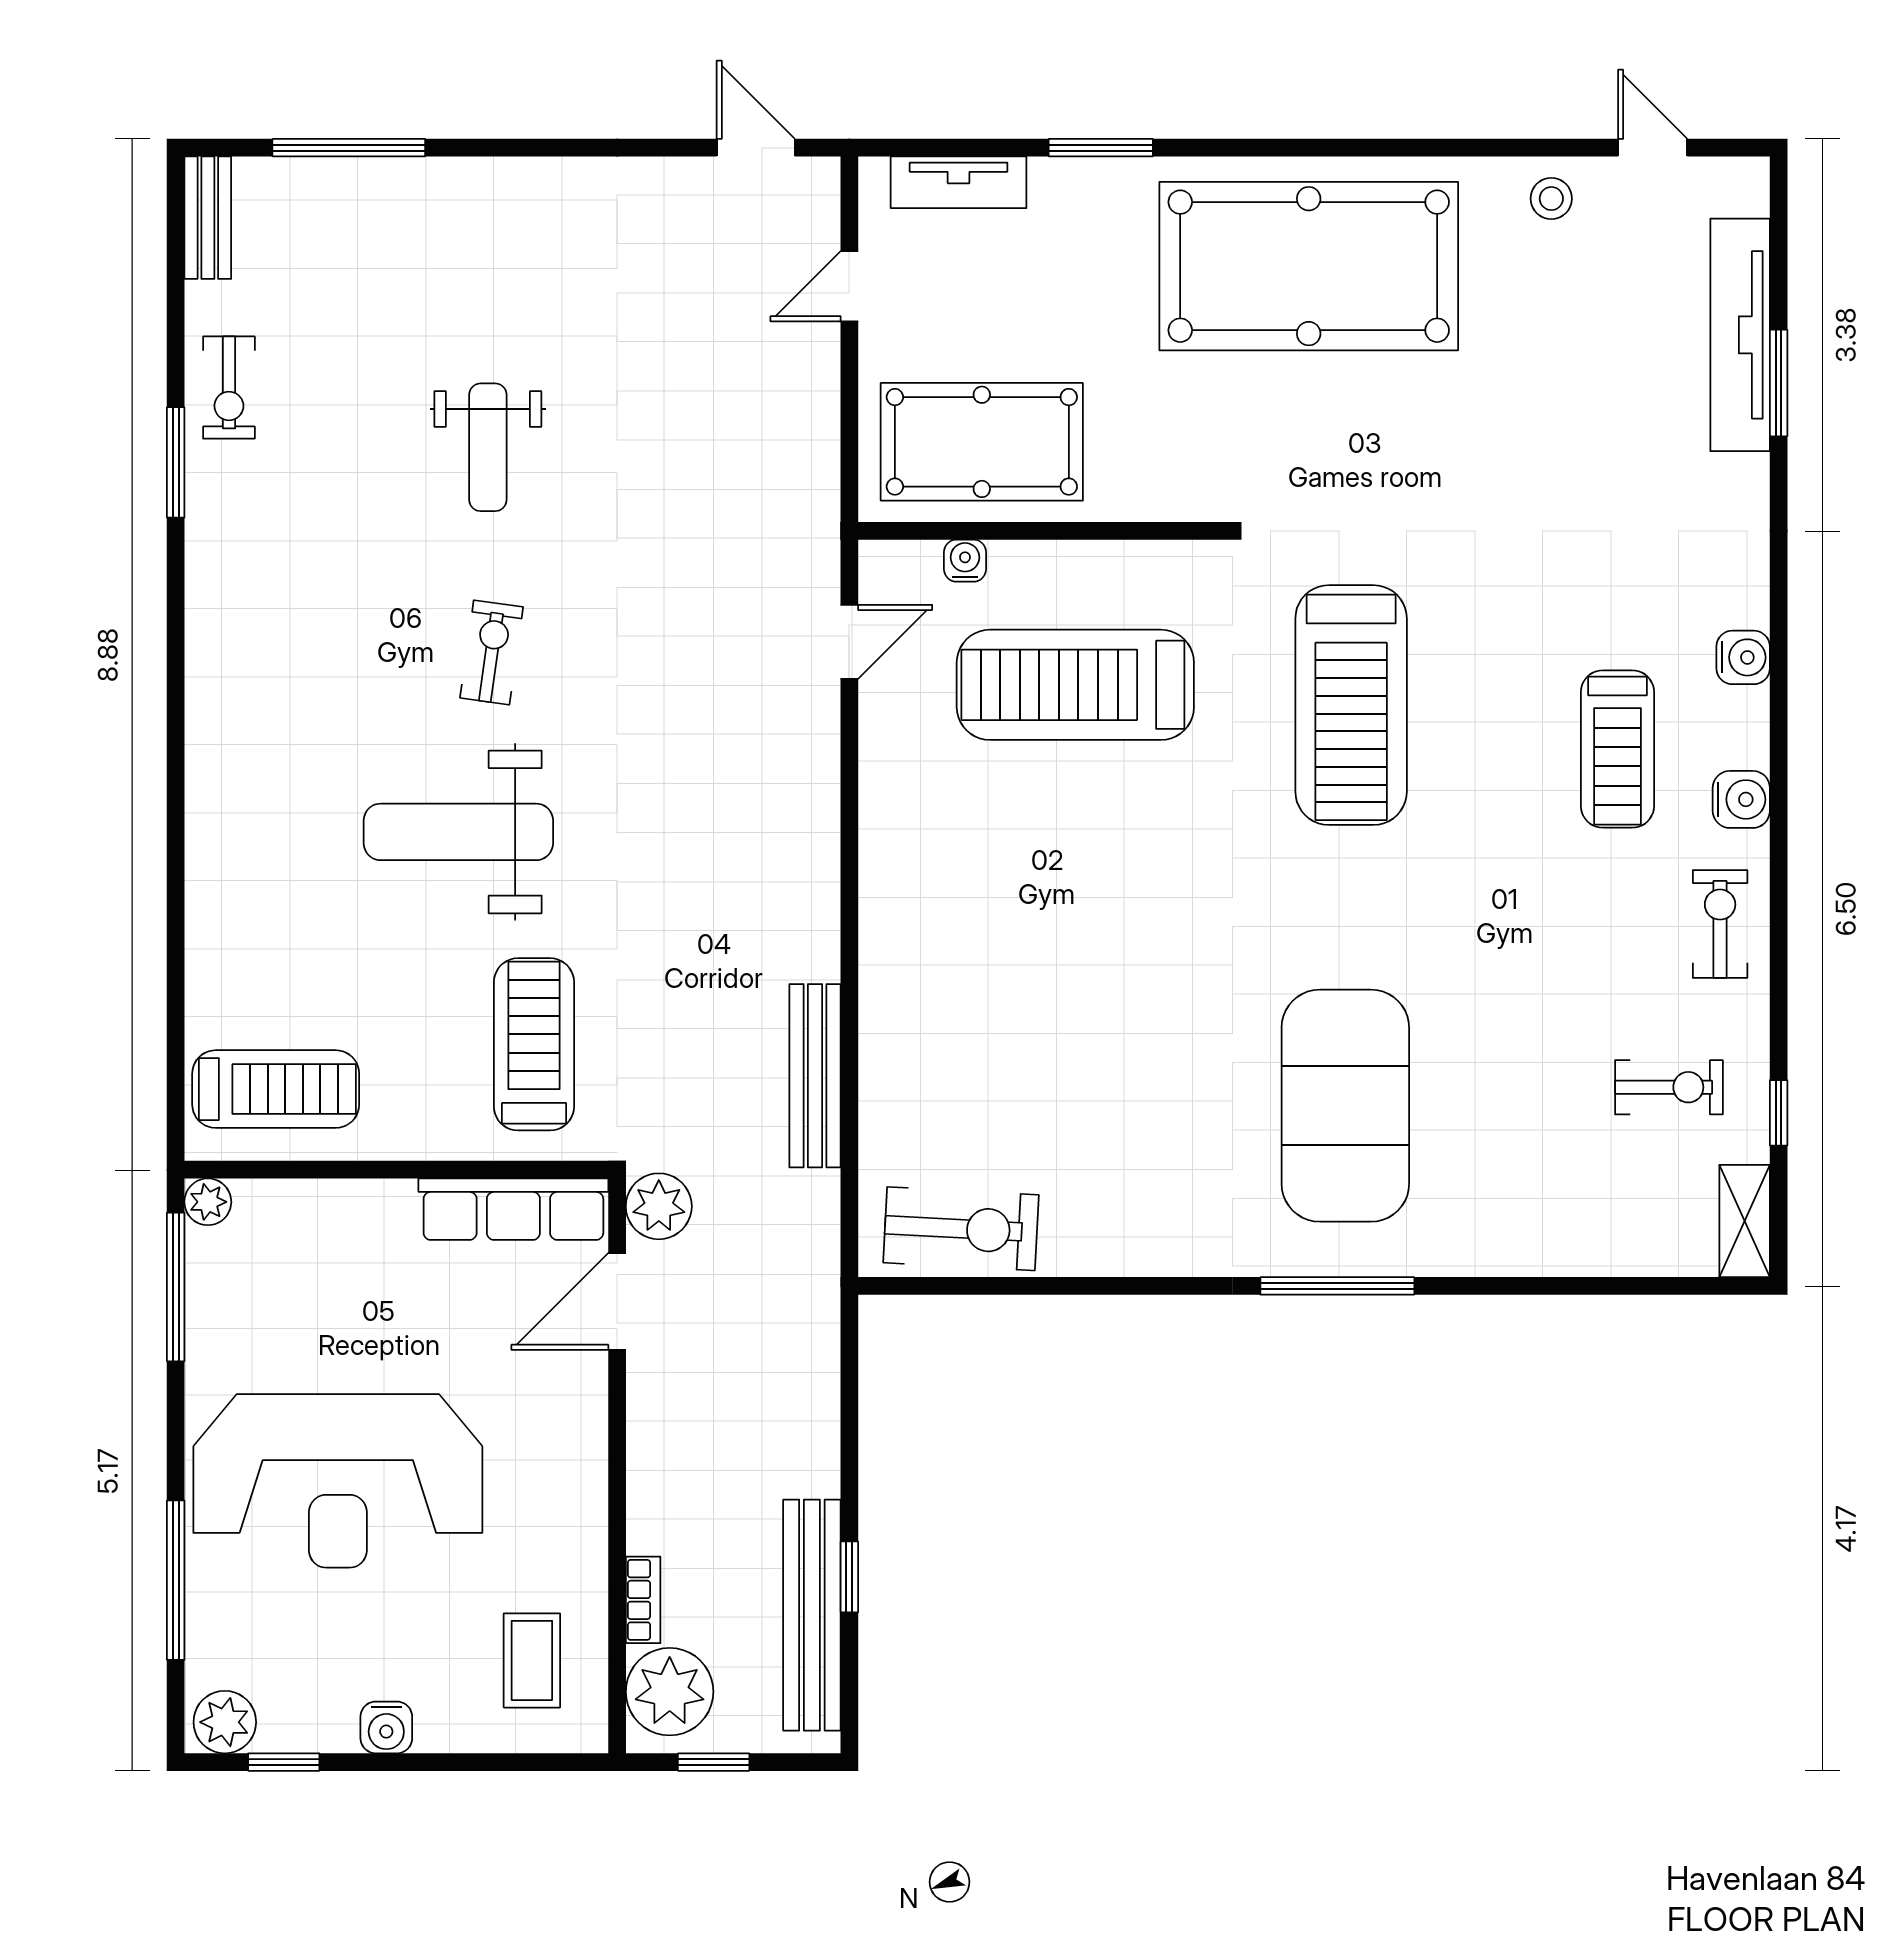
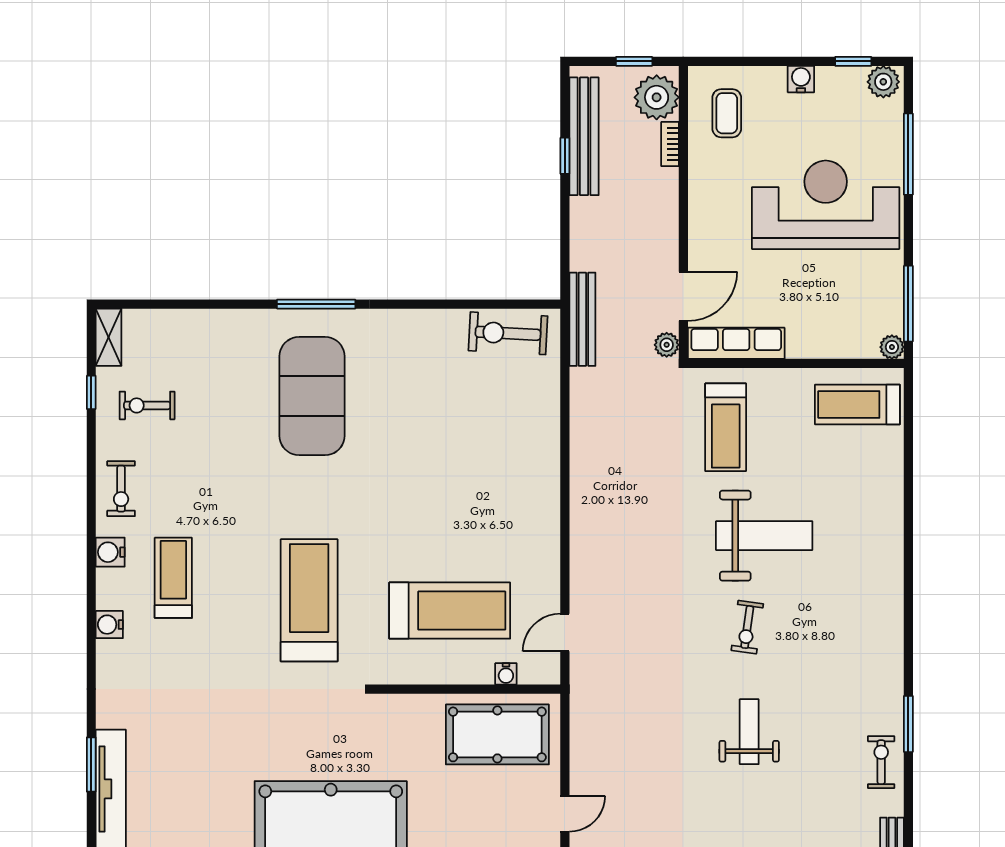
bench: (815, 1076) -> (582, 319), moved
plant: (659, 1206) -> (667, 345), width x0.73, depth x0.73

